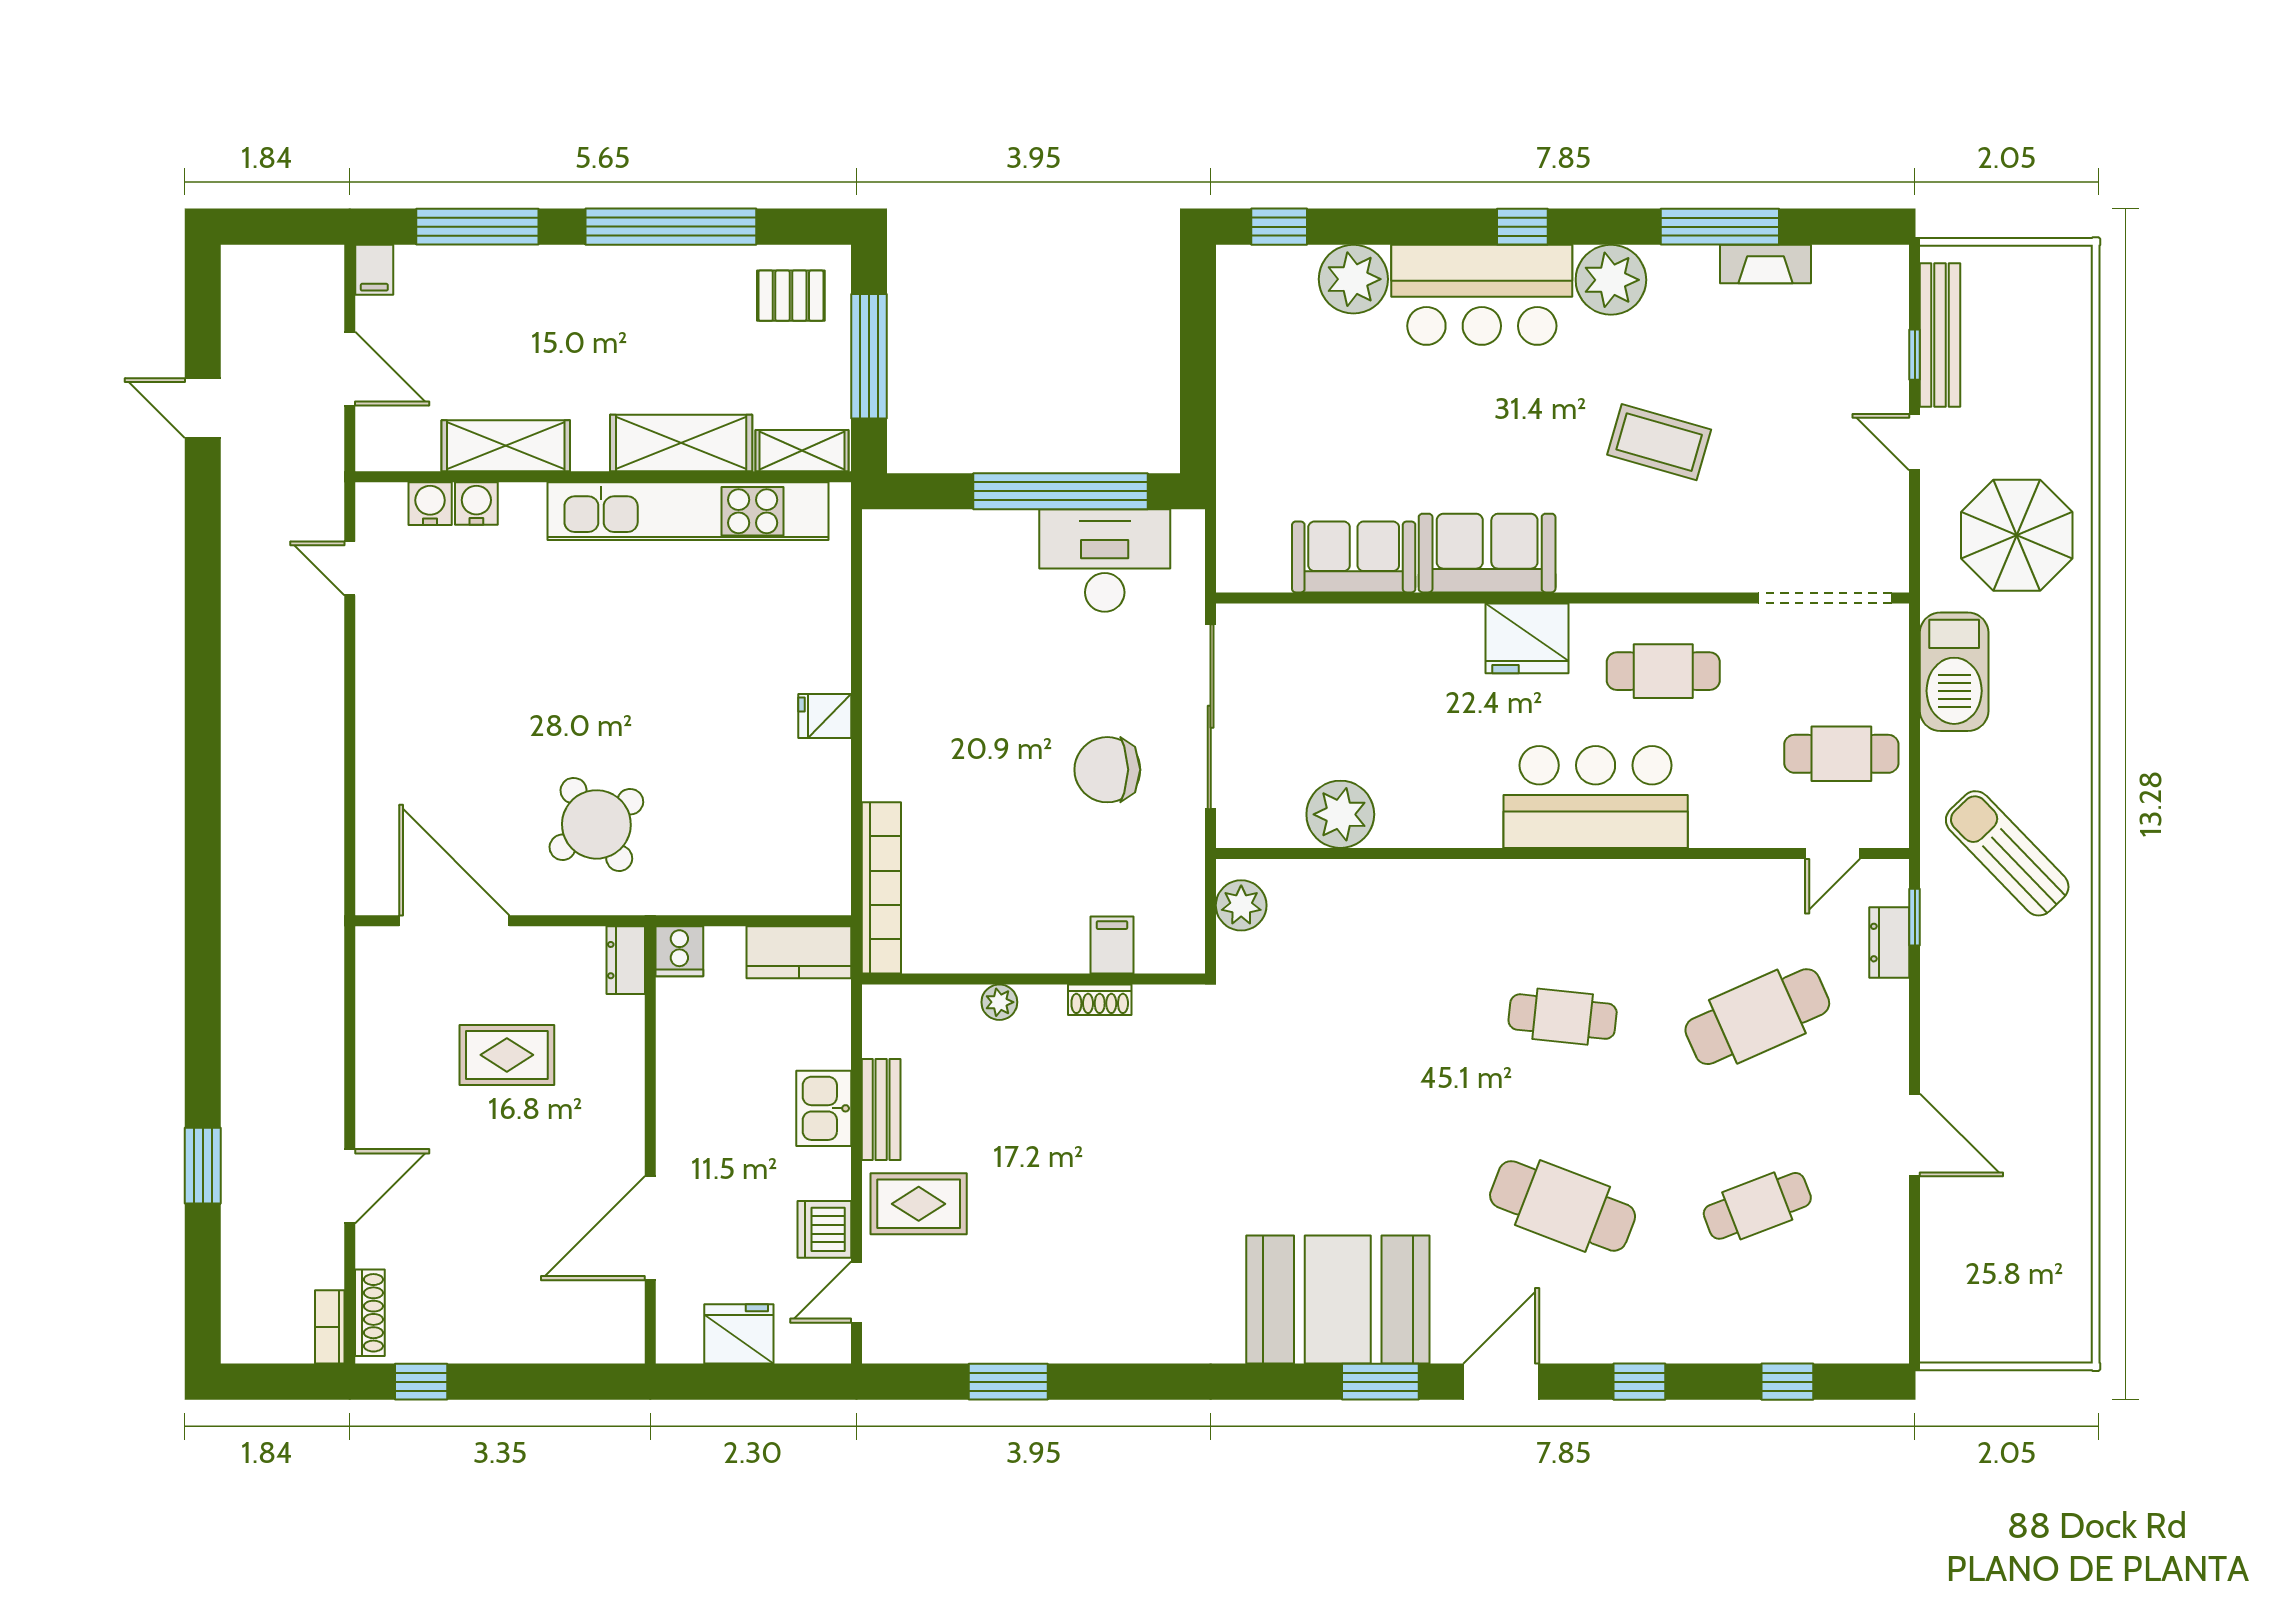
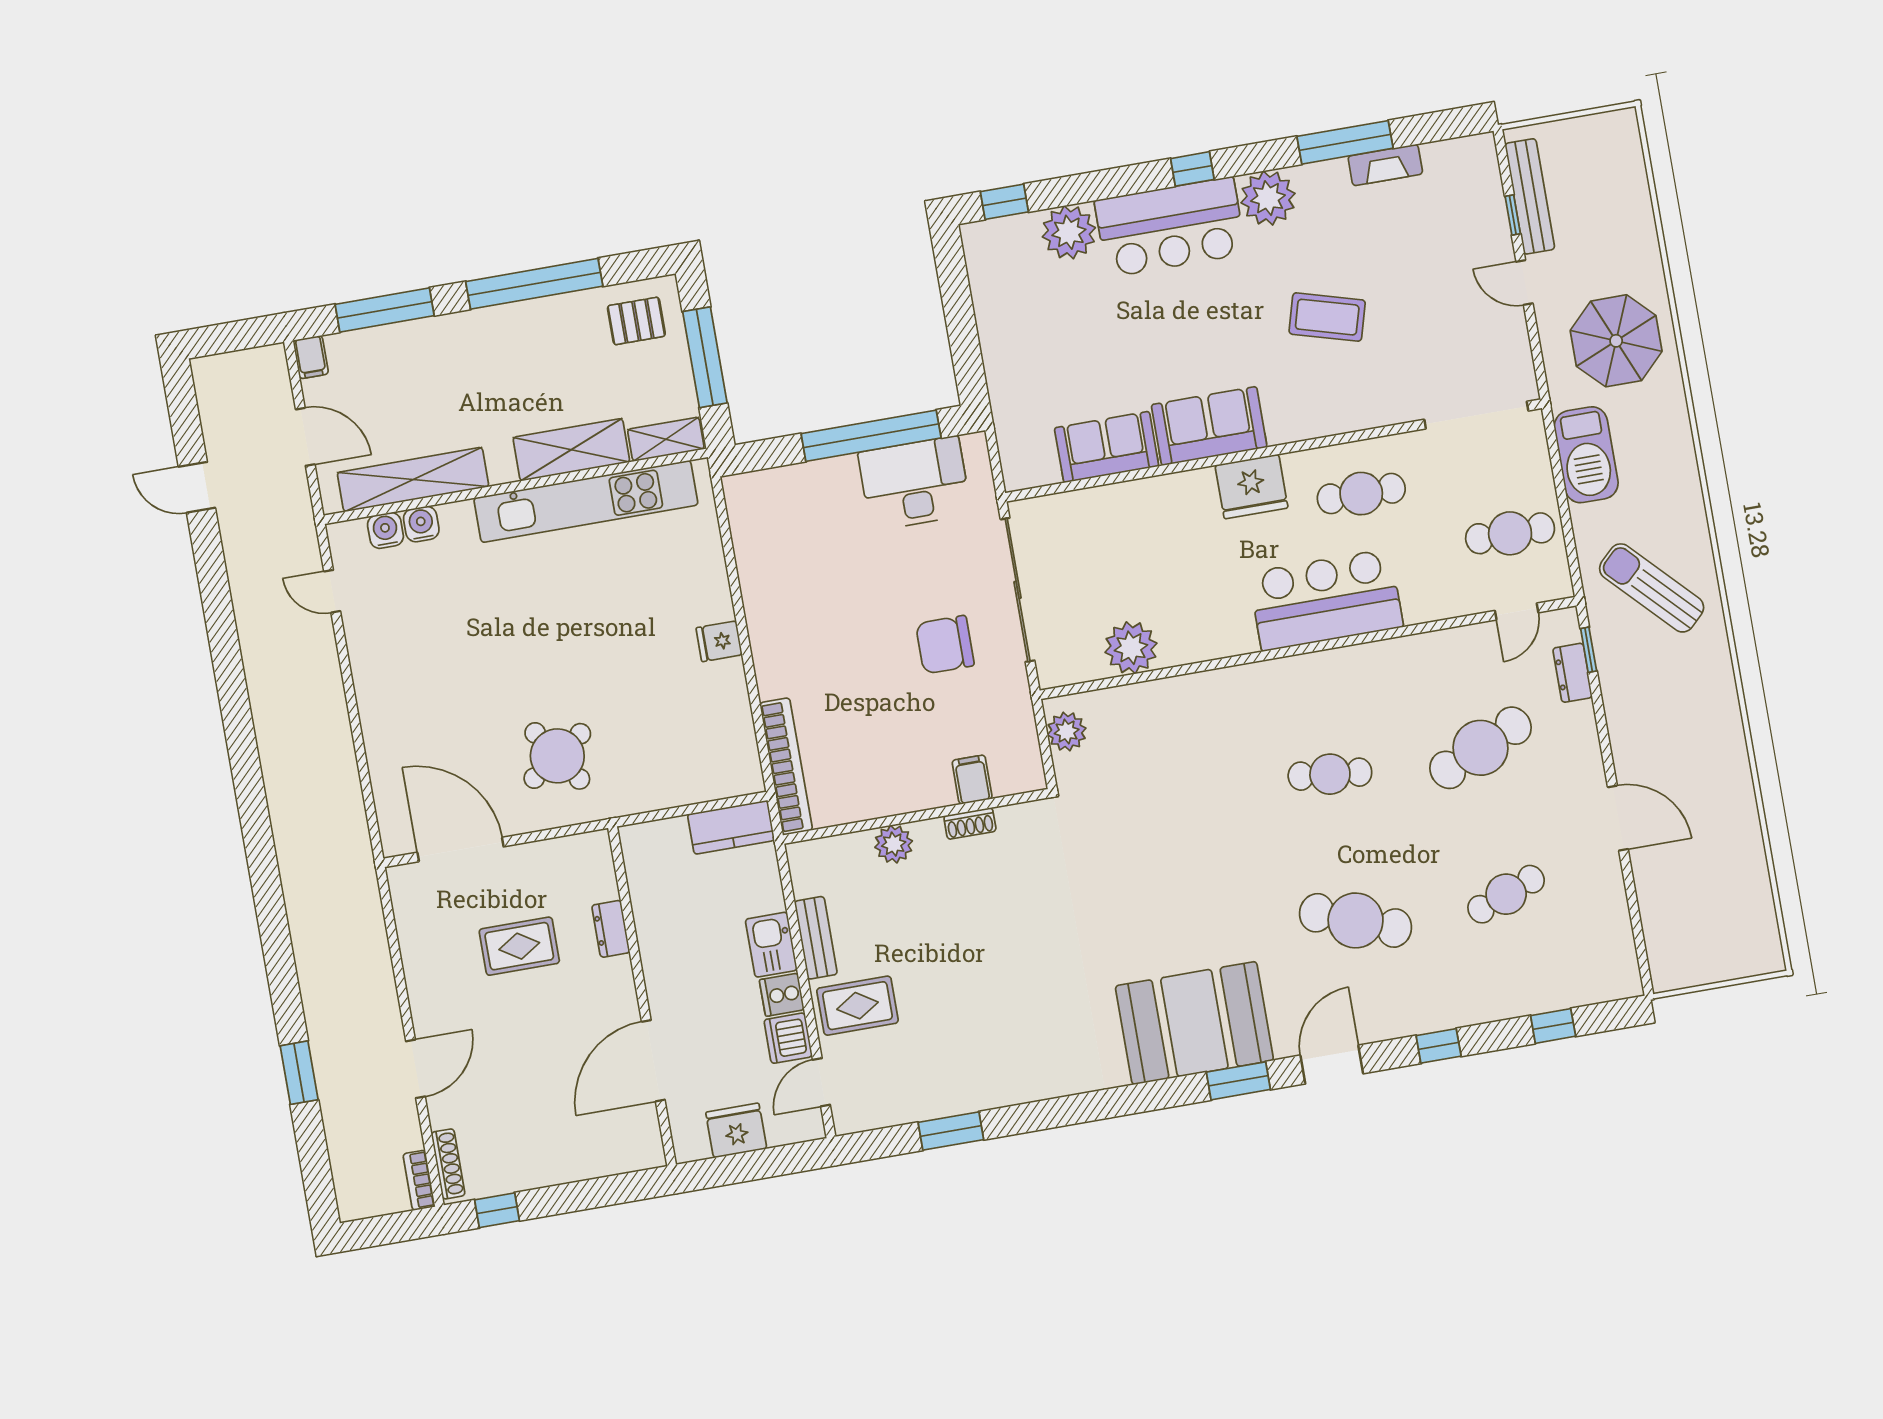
shelving: (506, 446) -> (413, 480), width x1.47
cooker: (679, 951) -> (782, 995), moved, turned 90
dresser: (626, 960) -> (611, 929), moved
plant: (999, 1002) -> (894, 844), width x1.38, depth x1.38

